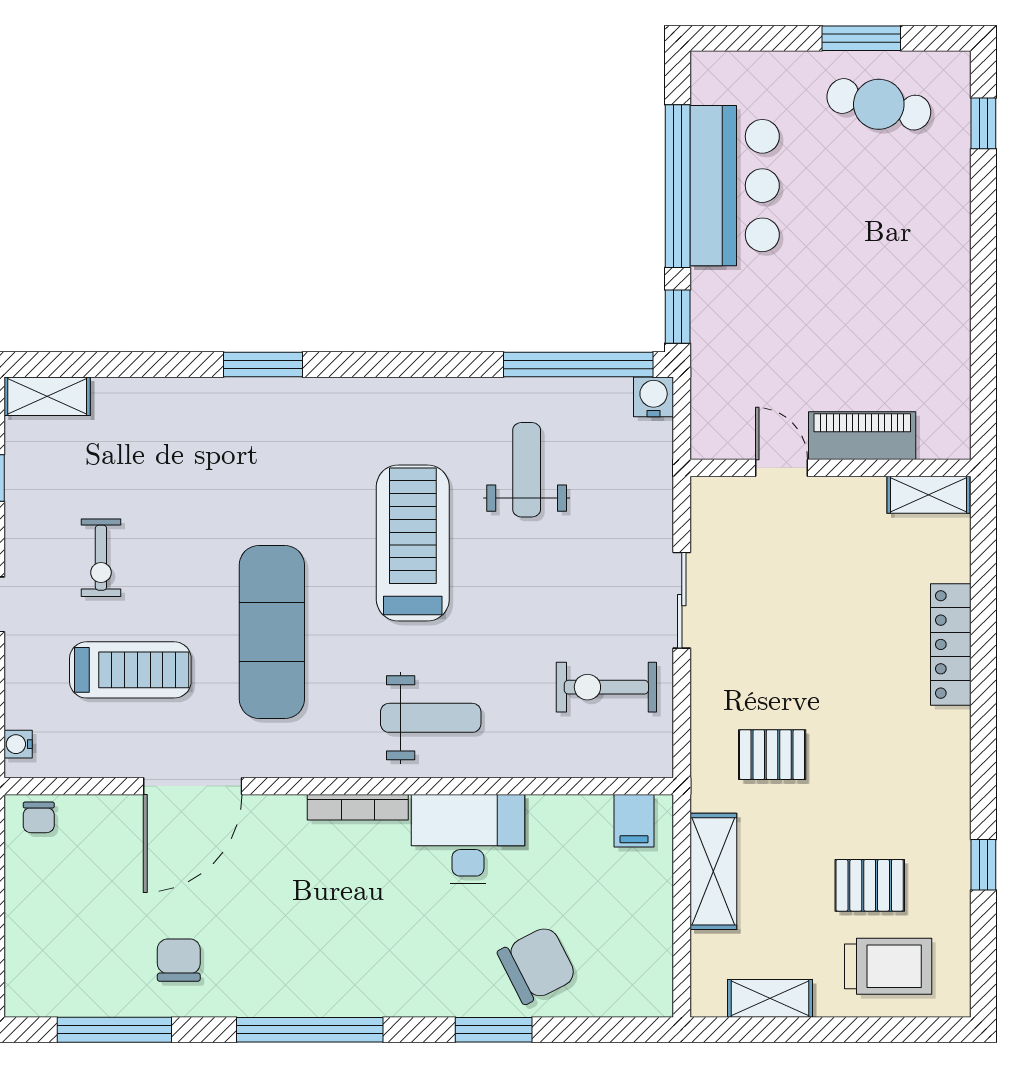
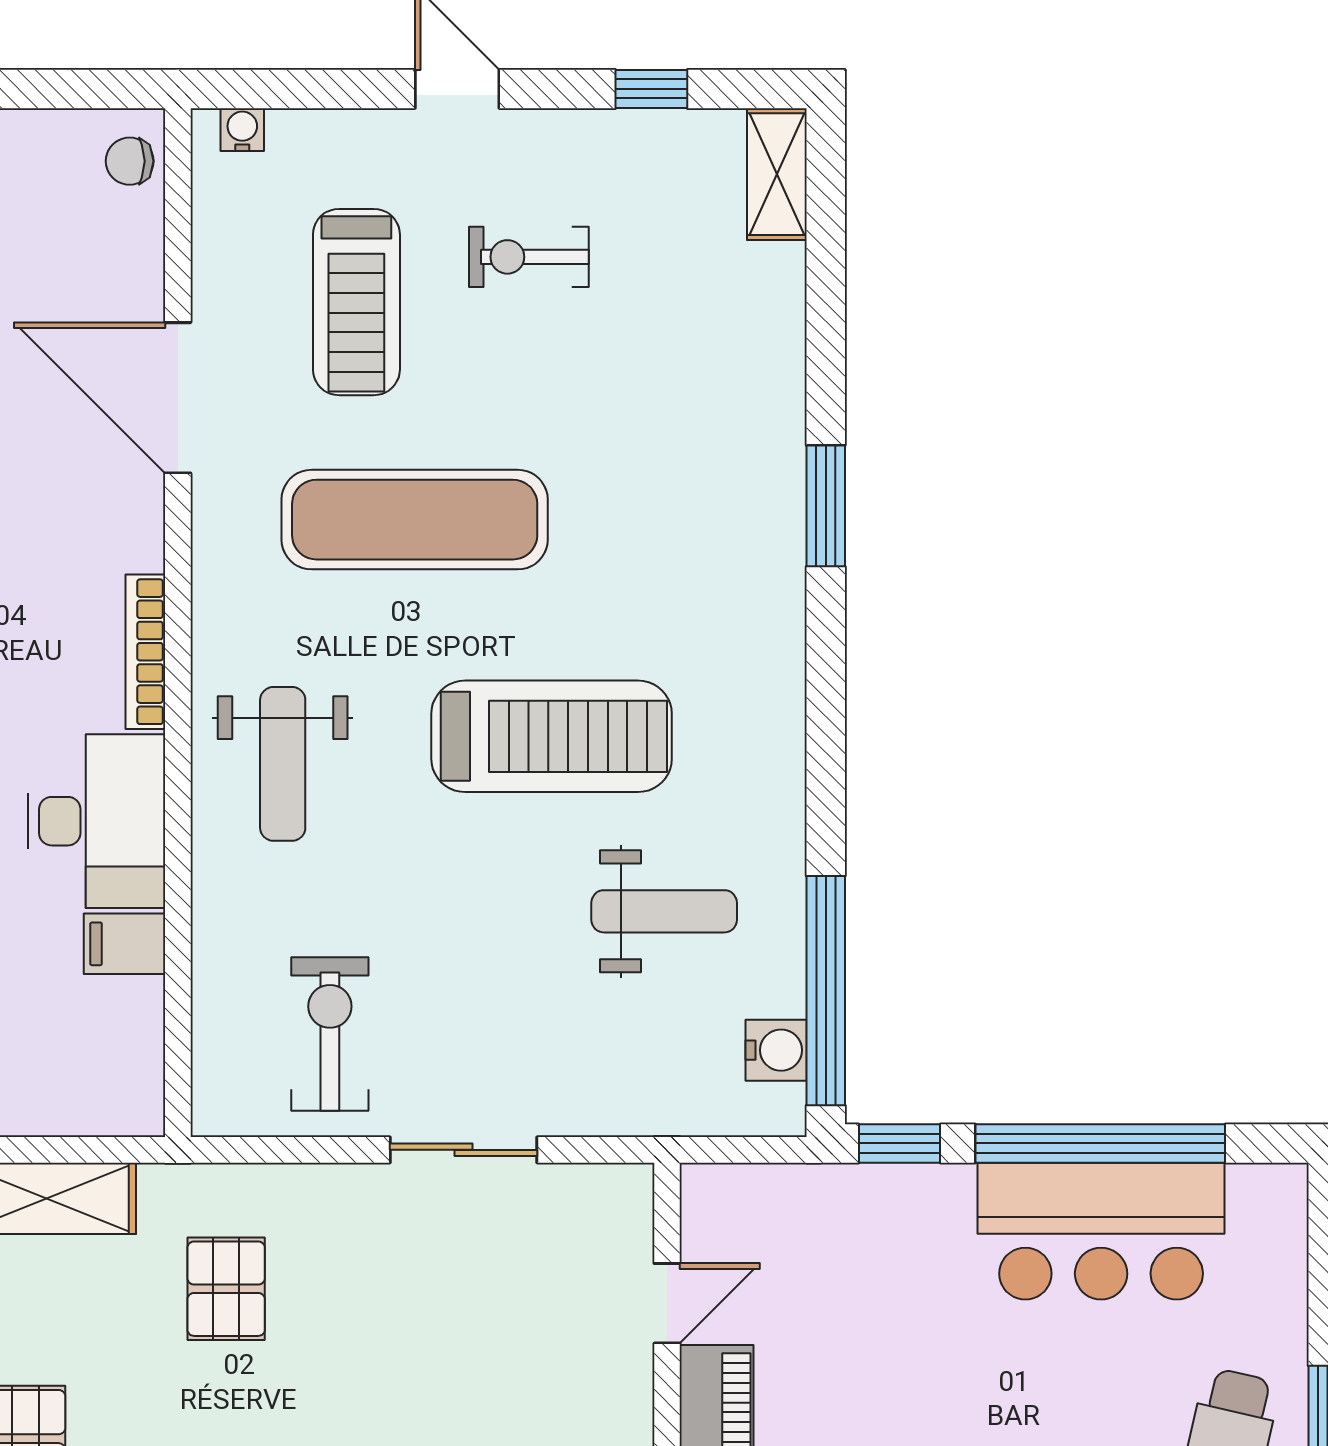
water cooler: (654, 397) -> (776, 1050), moved
filing cabinet: (634, 821) -> (124, 944), moved

